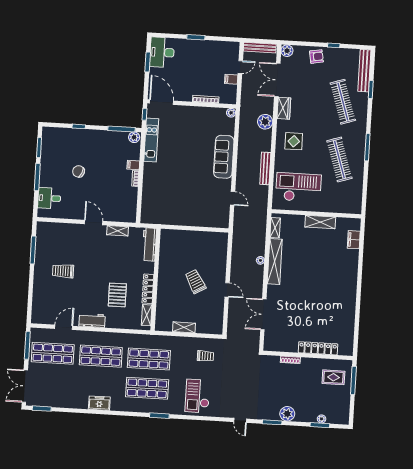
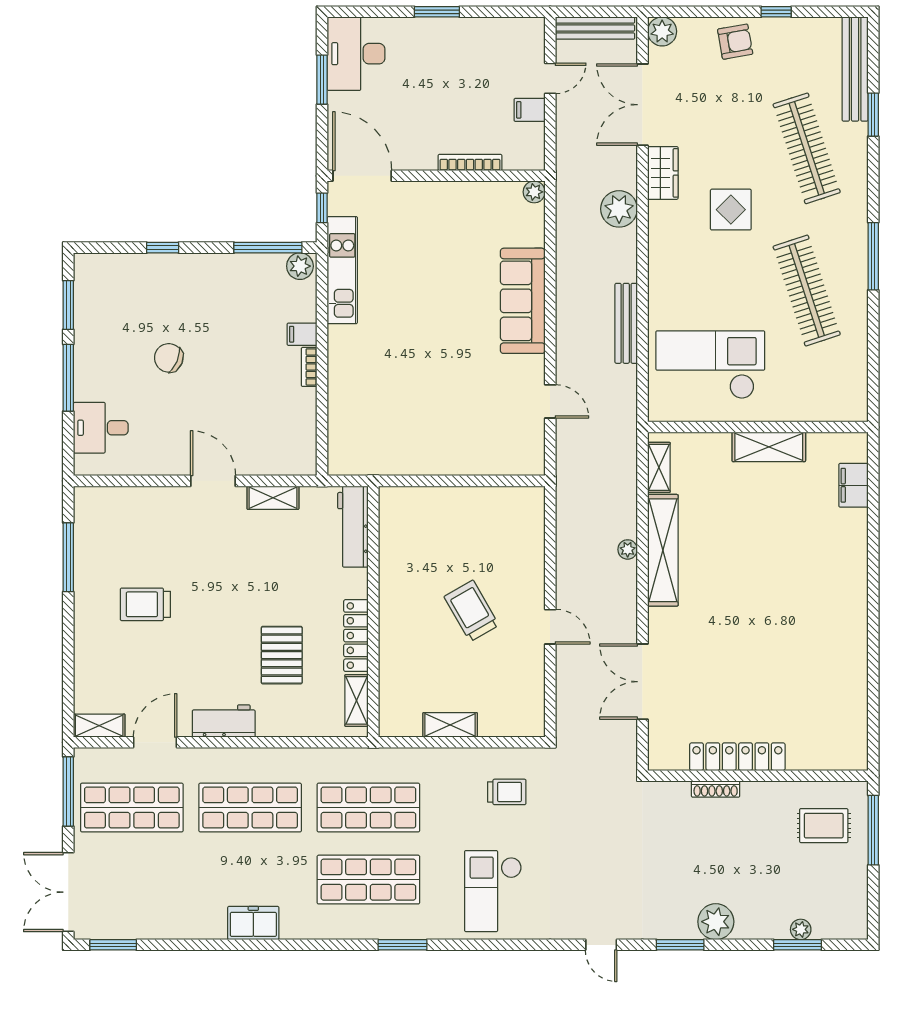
display table: (294, 141) -> (731, 210), moved
shelving: (41, 319) -> (99, 726), added
locker: (318, 348) -> (737, 757), moved

